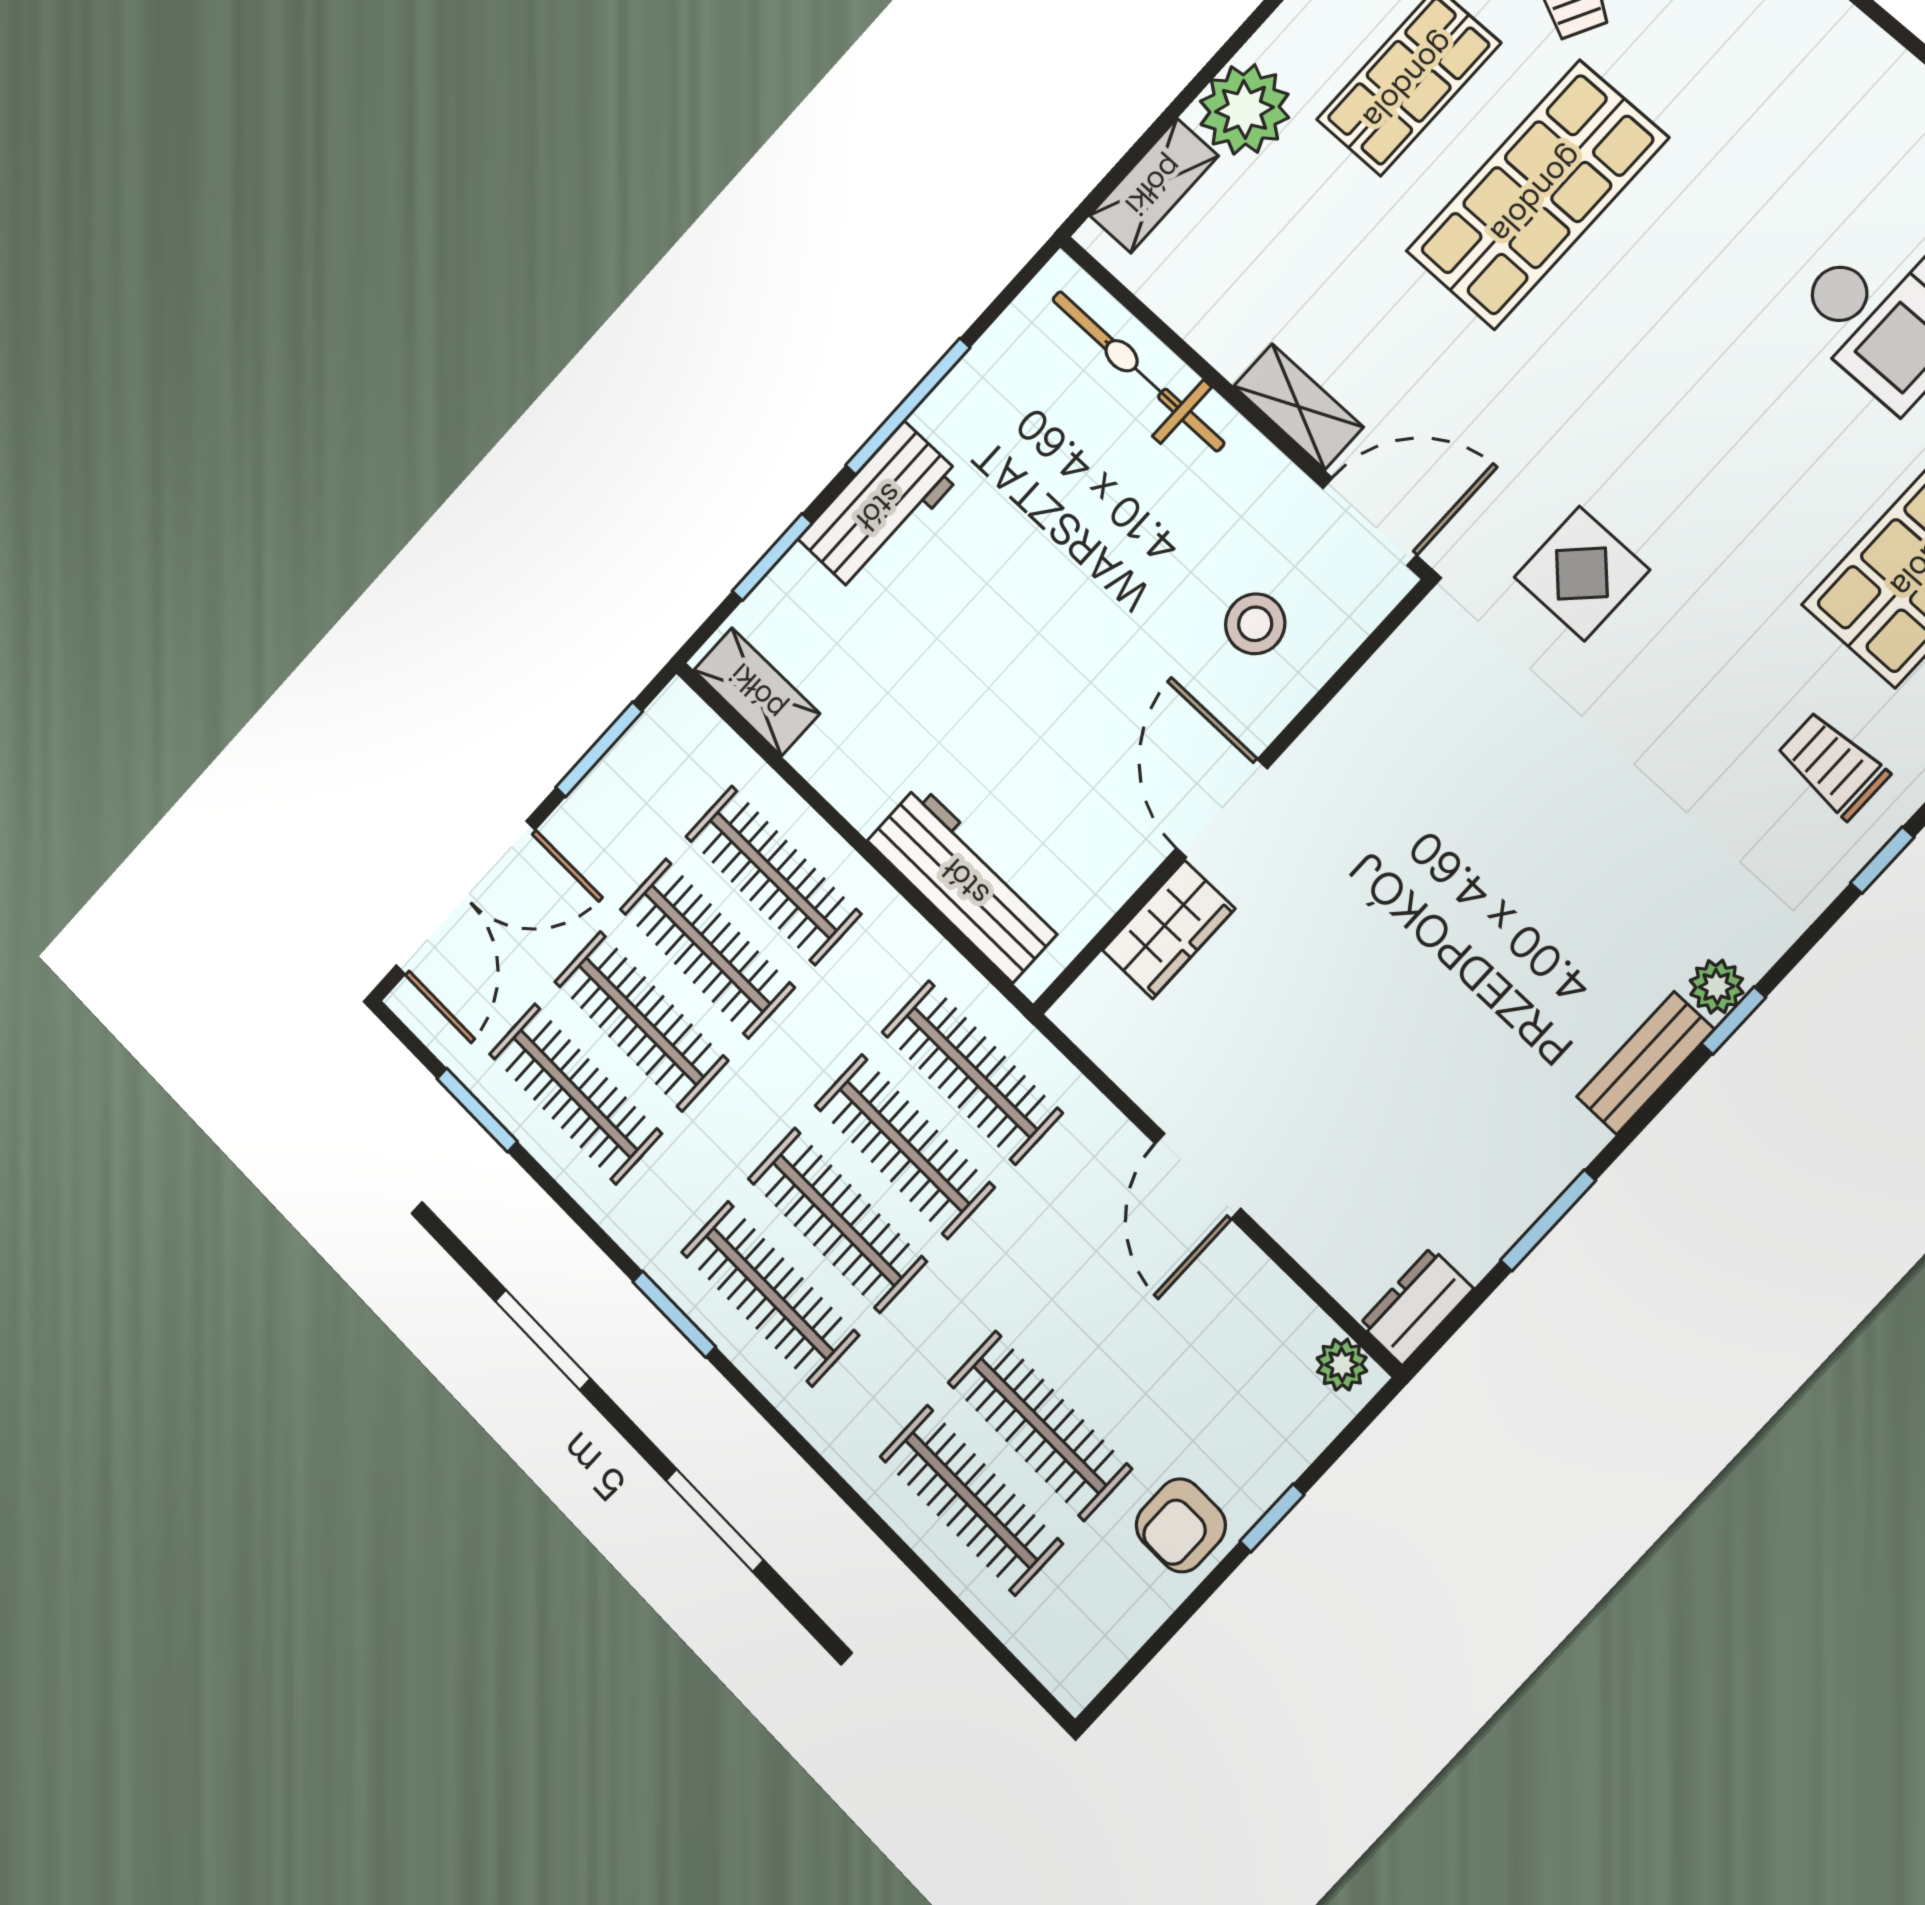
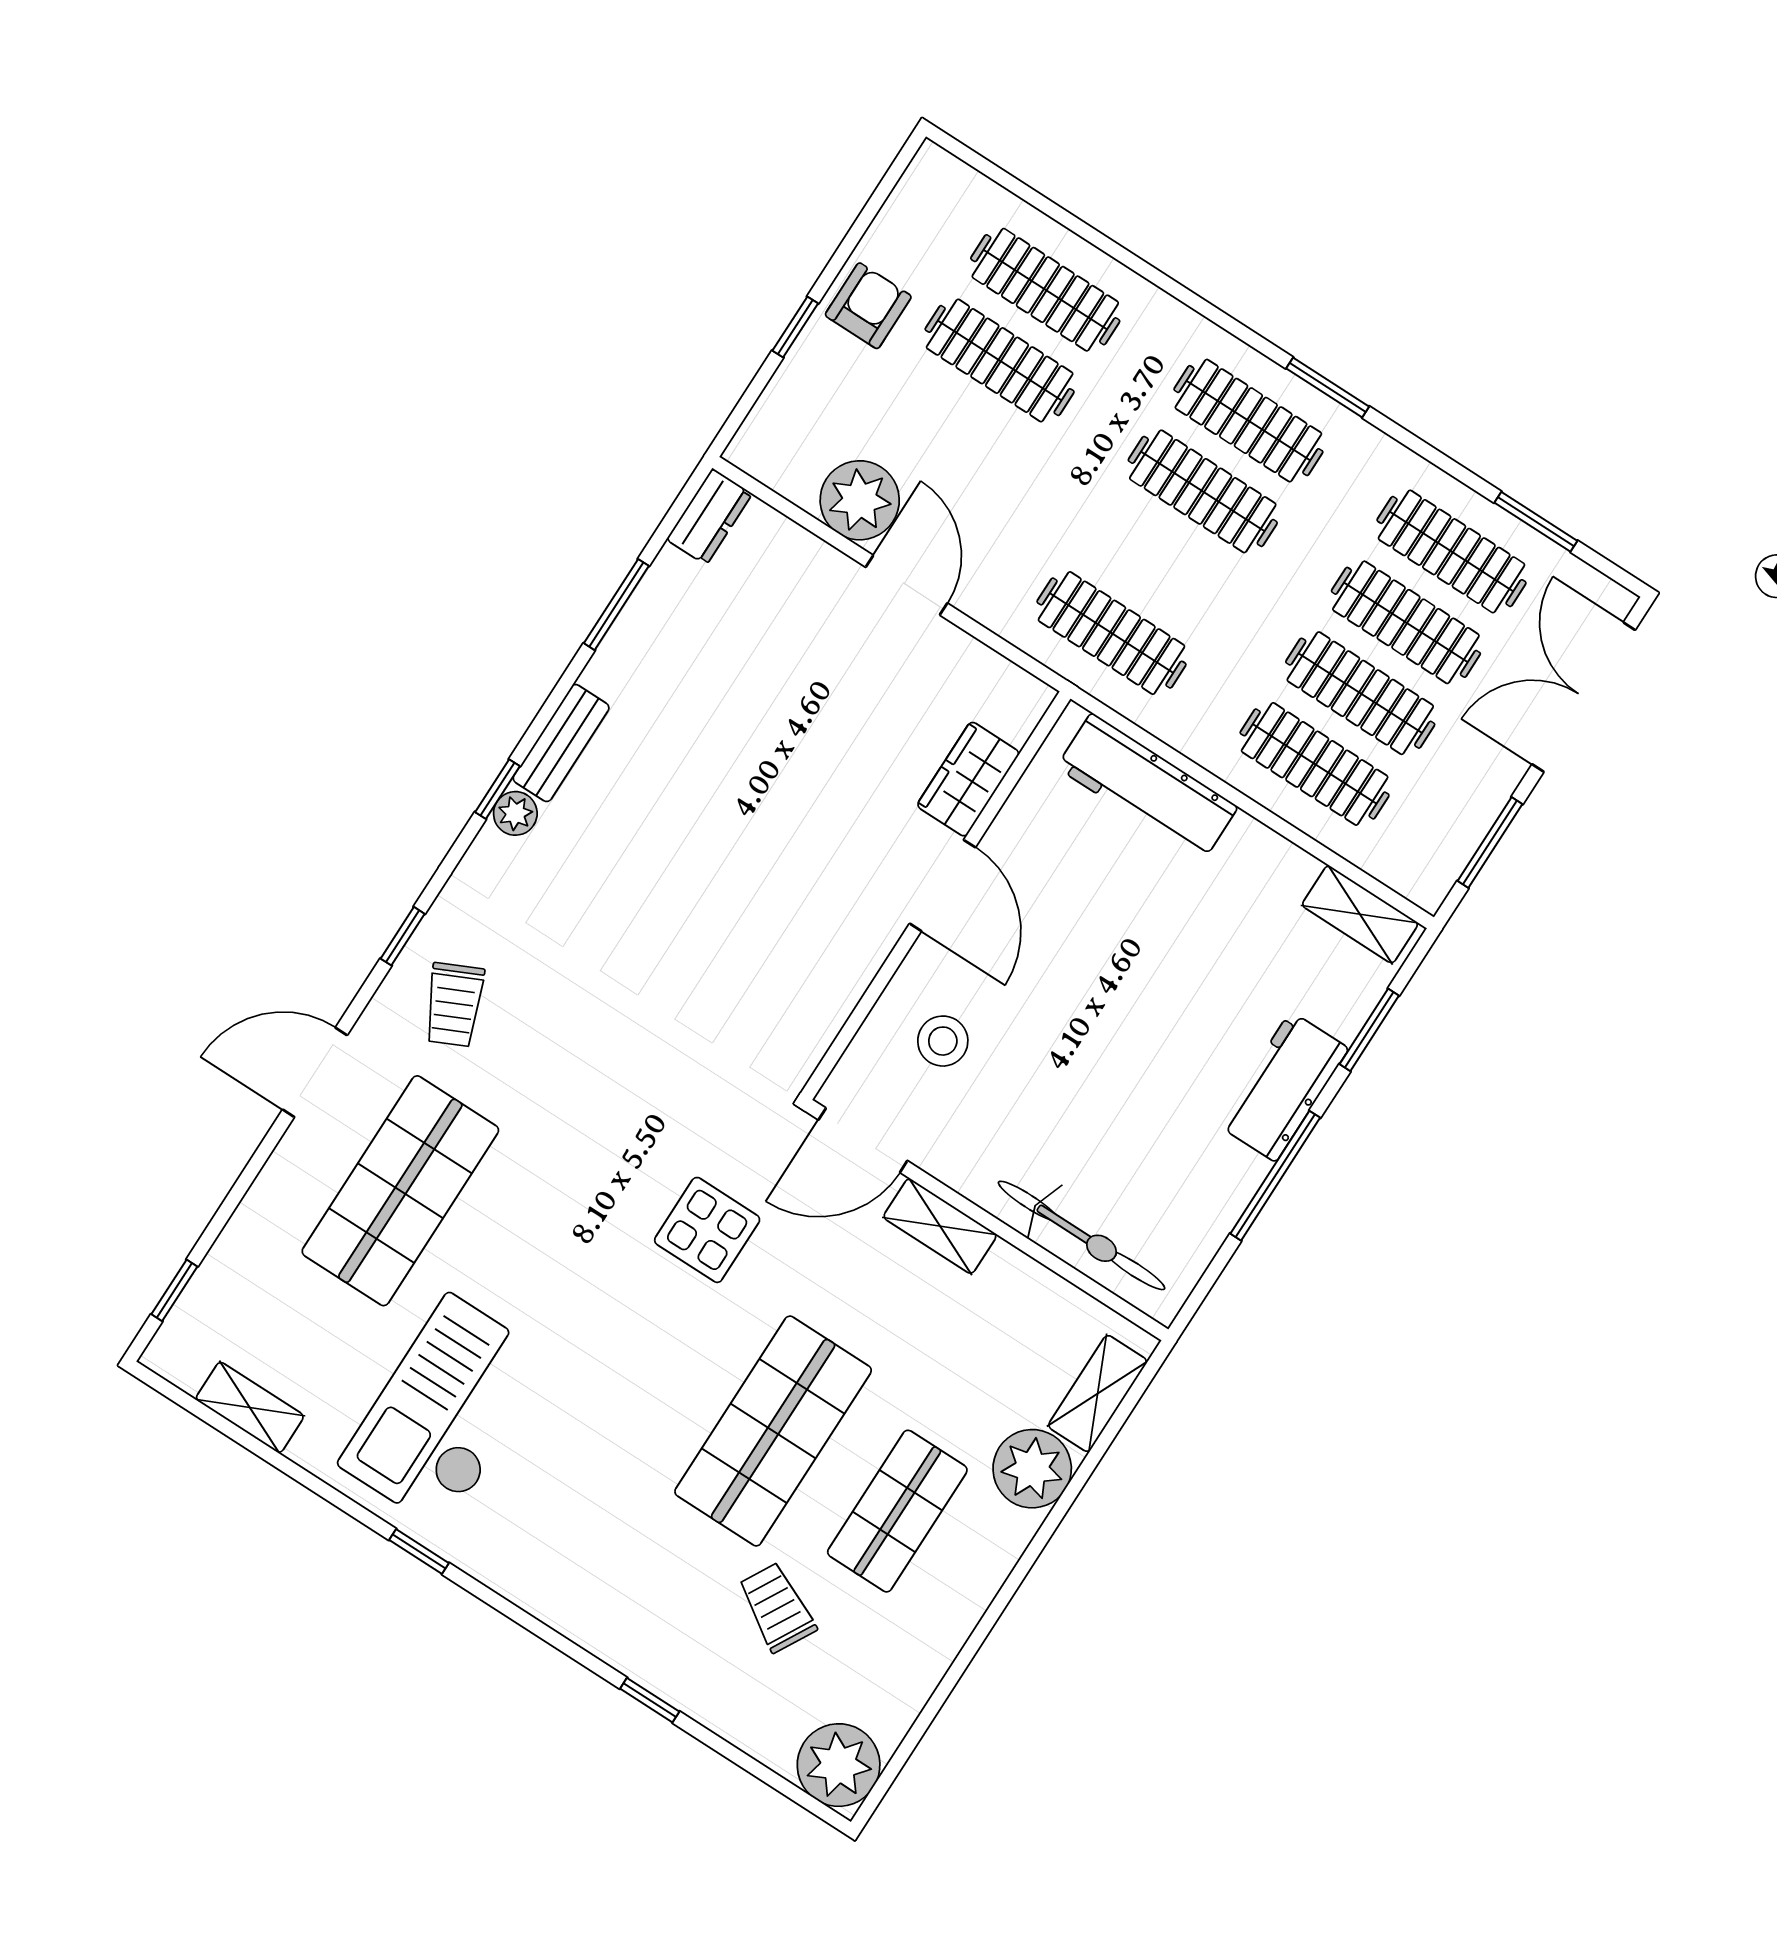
display table: (1582, 574) -> (707, 1230), moved
trolley: (1833, 765) -> (454, 1005), turned 65
clothes rail: (904, 1146) -> (1157, 562), removed
plant: (1342, 1365) -> (860, 500), moved, width x1.88, depth x1.88

